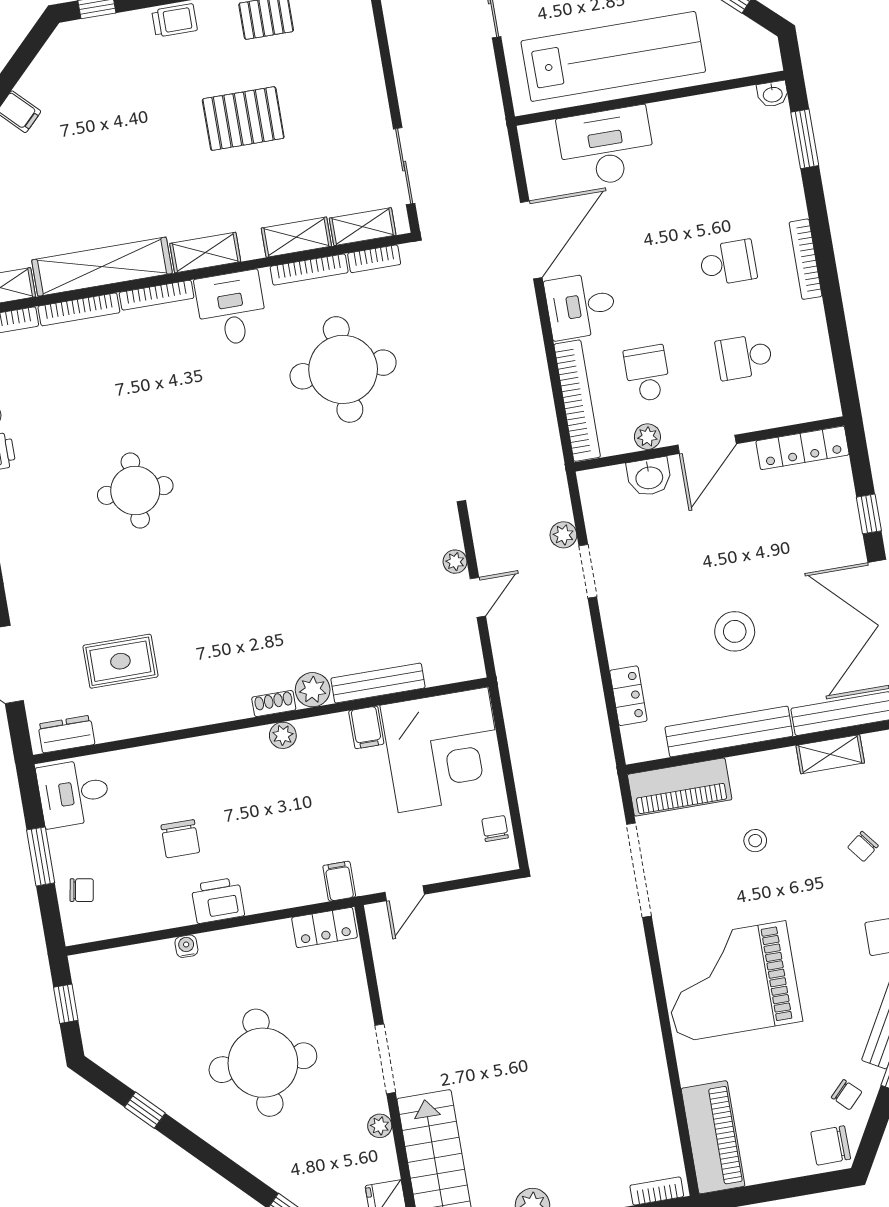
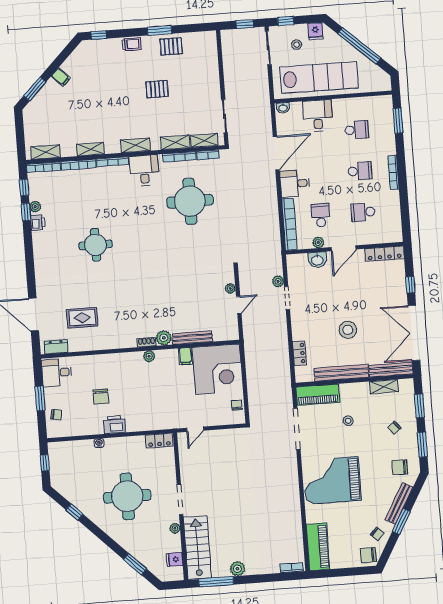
washbasin: (773, 94) -> (283, 108), moved
pallet: (243, 119) -> (157, 89), width x0.67, depth x0.71
desk: (606, 147) -> (318, 116), width x0.73
school desk: (712, 169) -> (357, 130), added
shelving: (102, 267) -> (90, 149), width x0.45, depth x0.75
filing cabinet: (339, 881) -> (167, 421), removed

